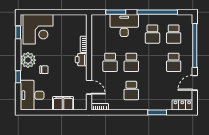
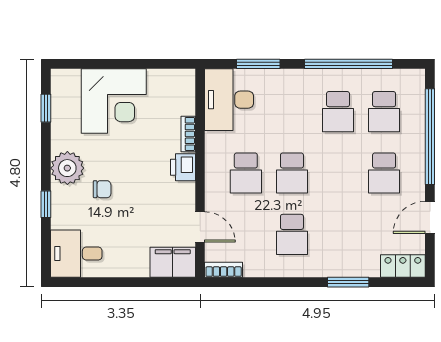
desk: (124, 25) -> (229, 100), moved, turned -90
corner desk: (38, 29) -> (114, 101), moved
desk: (32, 95) -> (76, 254), width x0.73
filing cabinet: (63, 103) -> (173, 262), moved

